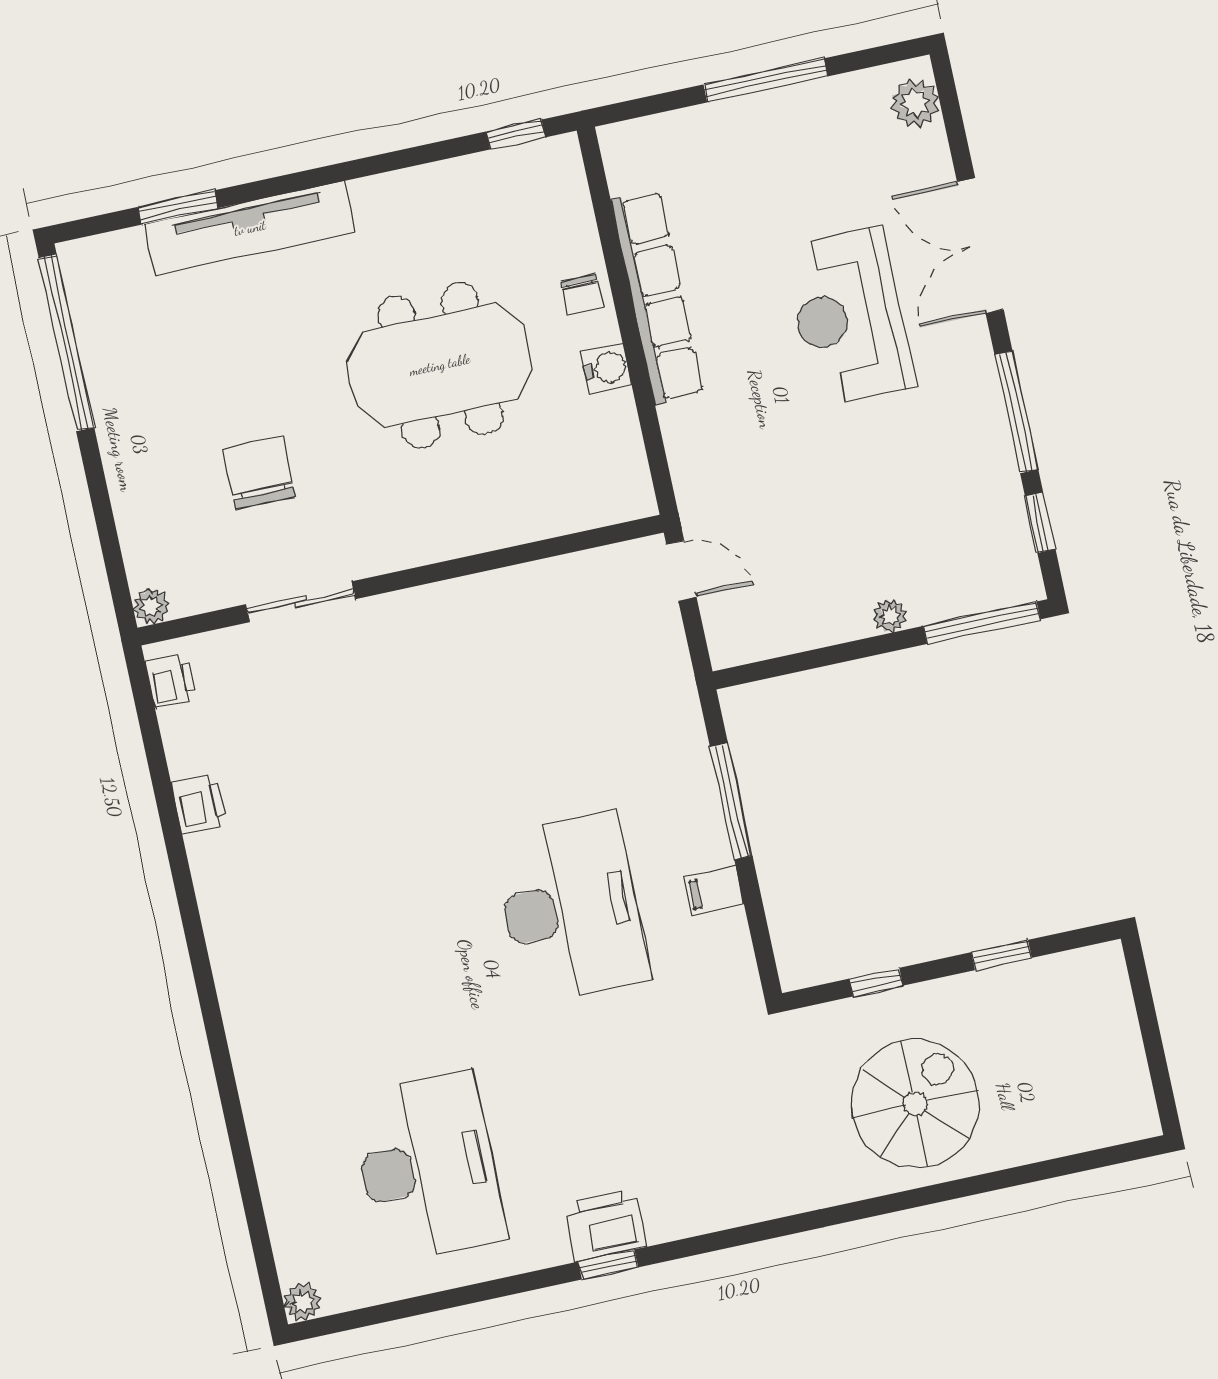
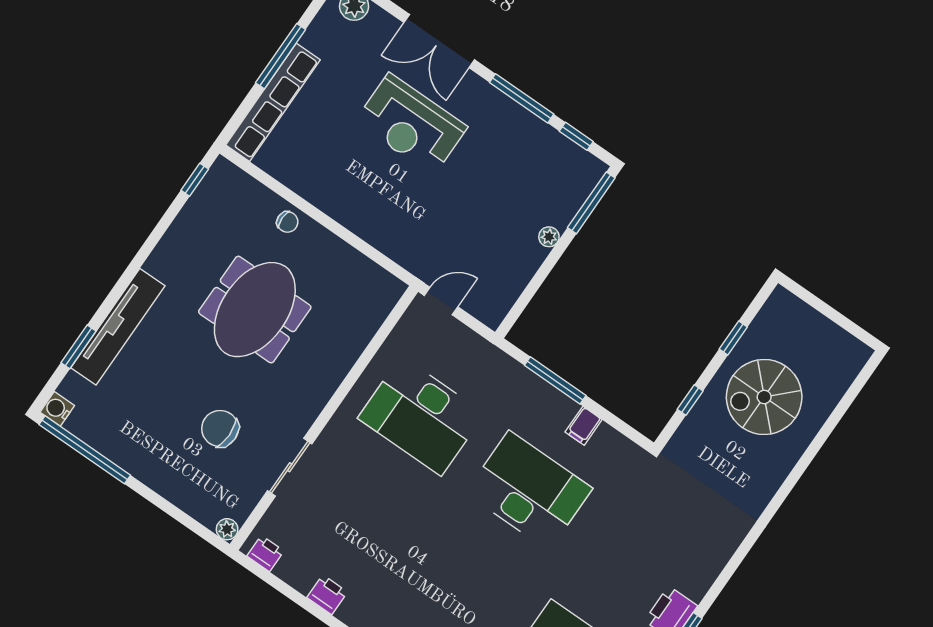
row of seats: (657, 297) -> (273, 102), moved, turned 90
water cooler: (607, 369) -> (57, 409), moved, turned -90
desk: (524, 690) -> (421, 416), added
spiral stairs: (915, 1104) -> (764, 397), moved, turned -90

